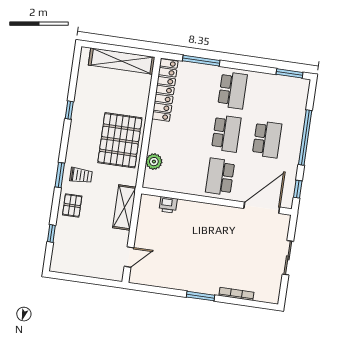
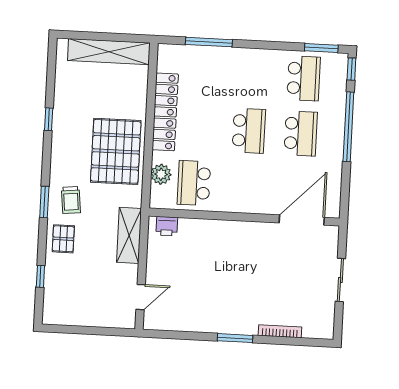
locker: (165, 90) -> (165, 112), moved
school desk: (232, 90) -> (304, 78), moved
trolley: (81, 175) -> (71, 200), turned 84
school desk: (220, 177) -> (194, 183), moved
window: (298, 189) -> (351, 69), moved
printer: (168, 205) -> (167, 226), moved

